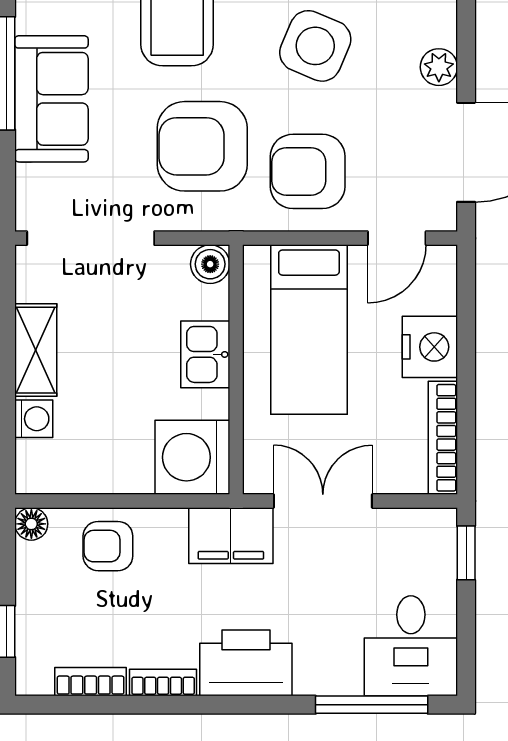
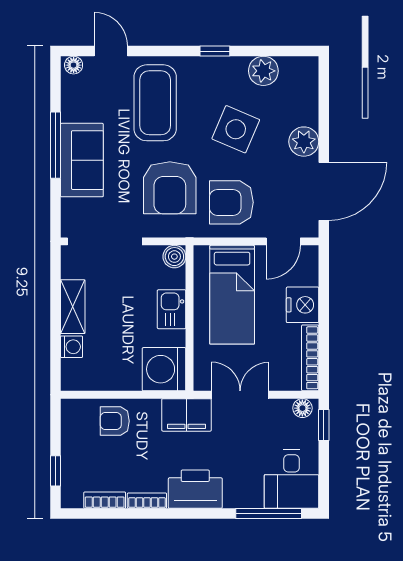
plant: (439, 67) -> (304, 142), width x1.38, depth x1.38
armchair: (202, 146) -> (170, 188), turned -90
floor lamp: (31, 524) -> (302, 408), moved

